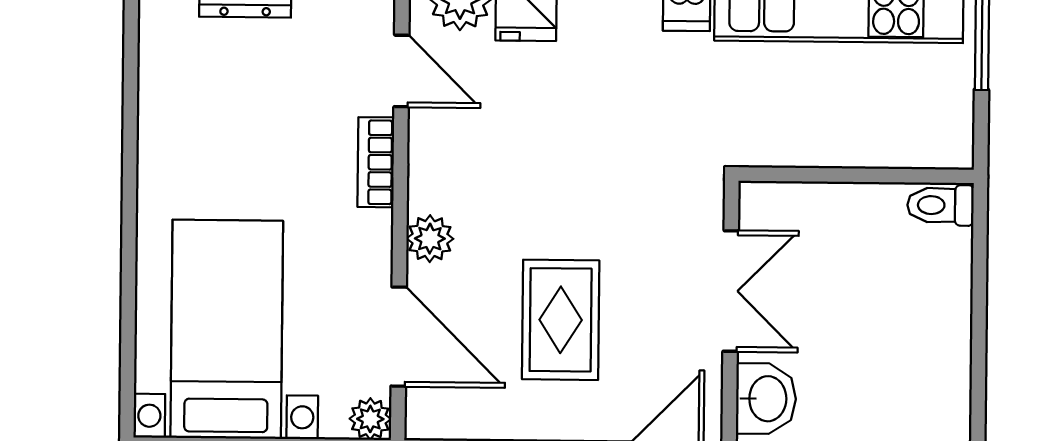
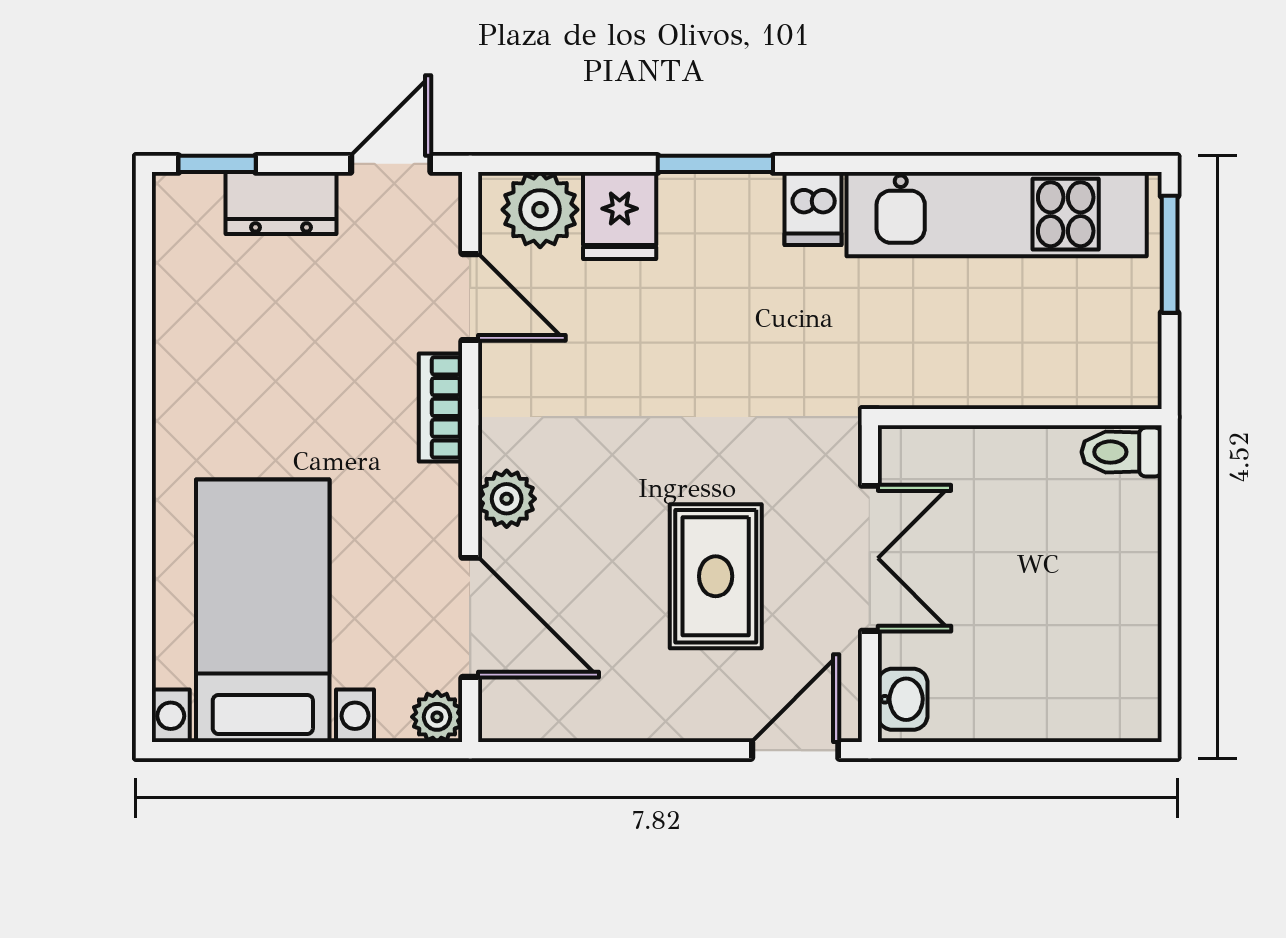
rug: (561, 320) -> (716, 576), moved
washbasin: (766, 399) -> (903, 699), width x0.72, depth x0.69

